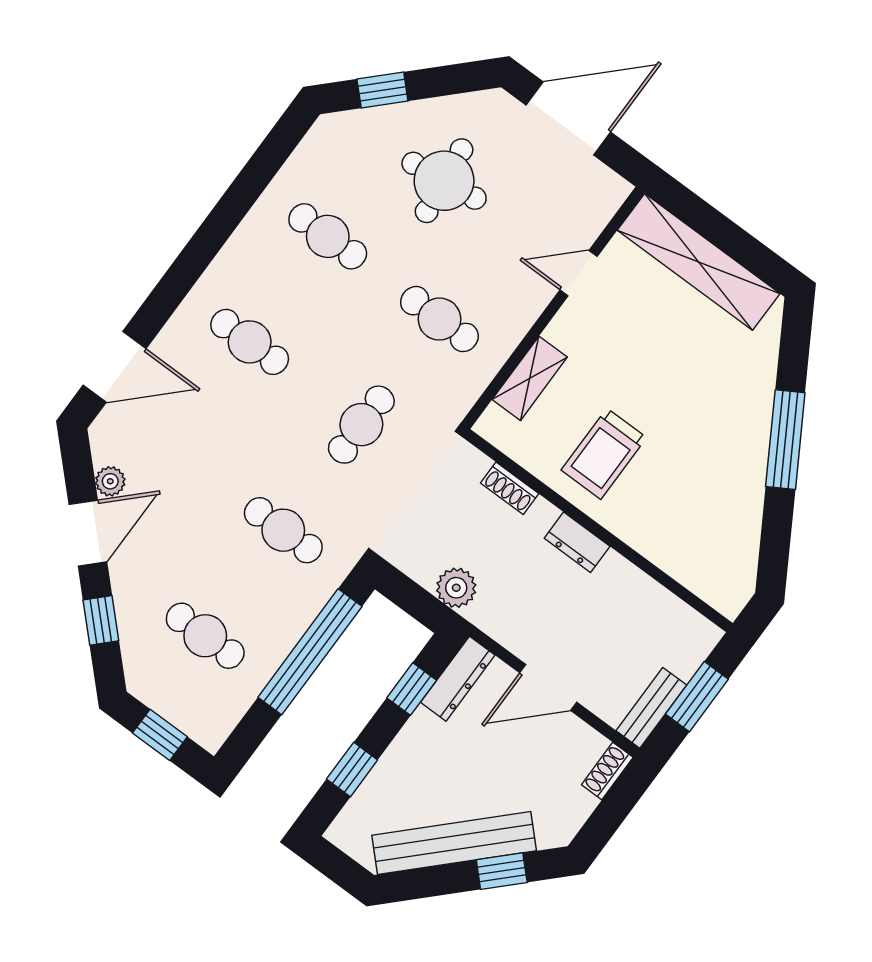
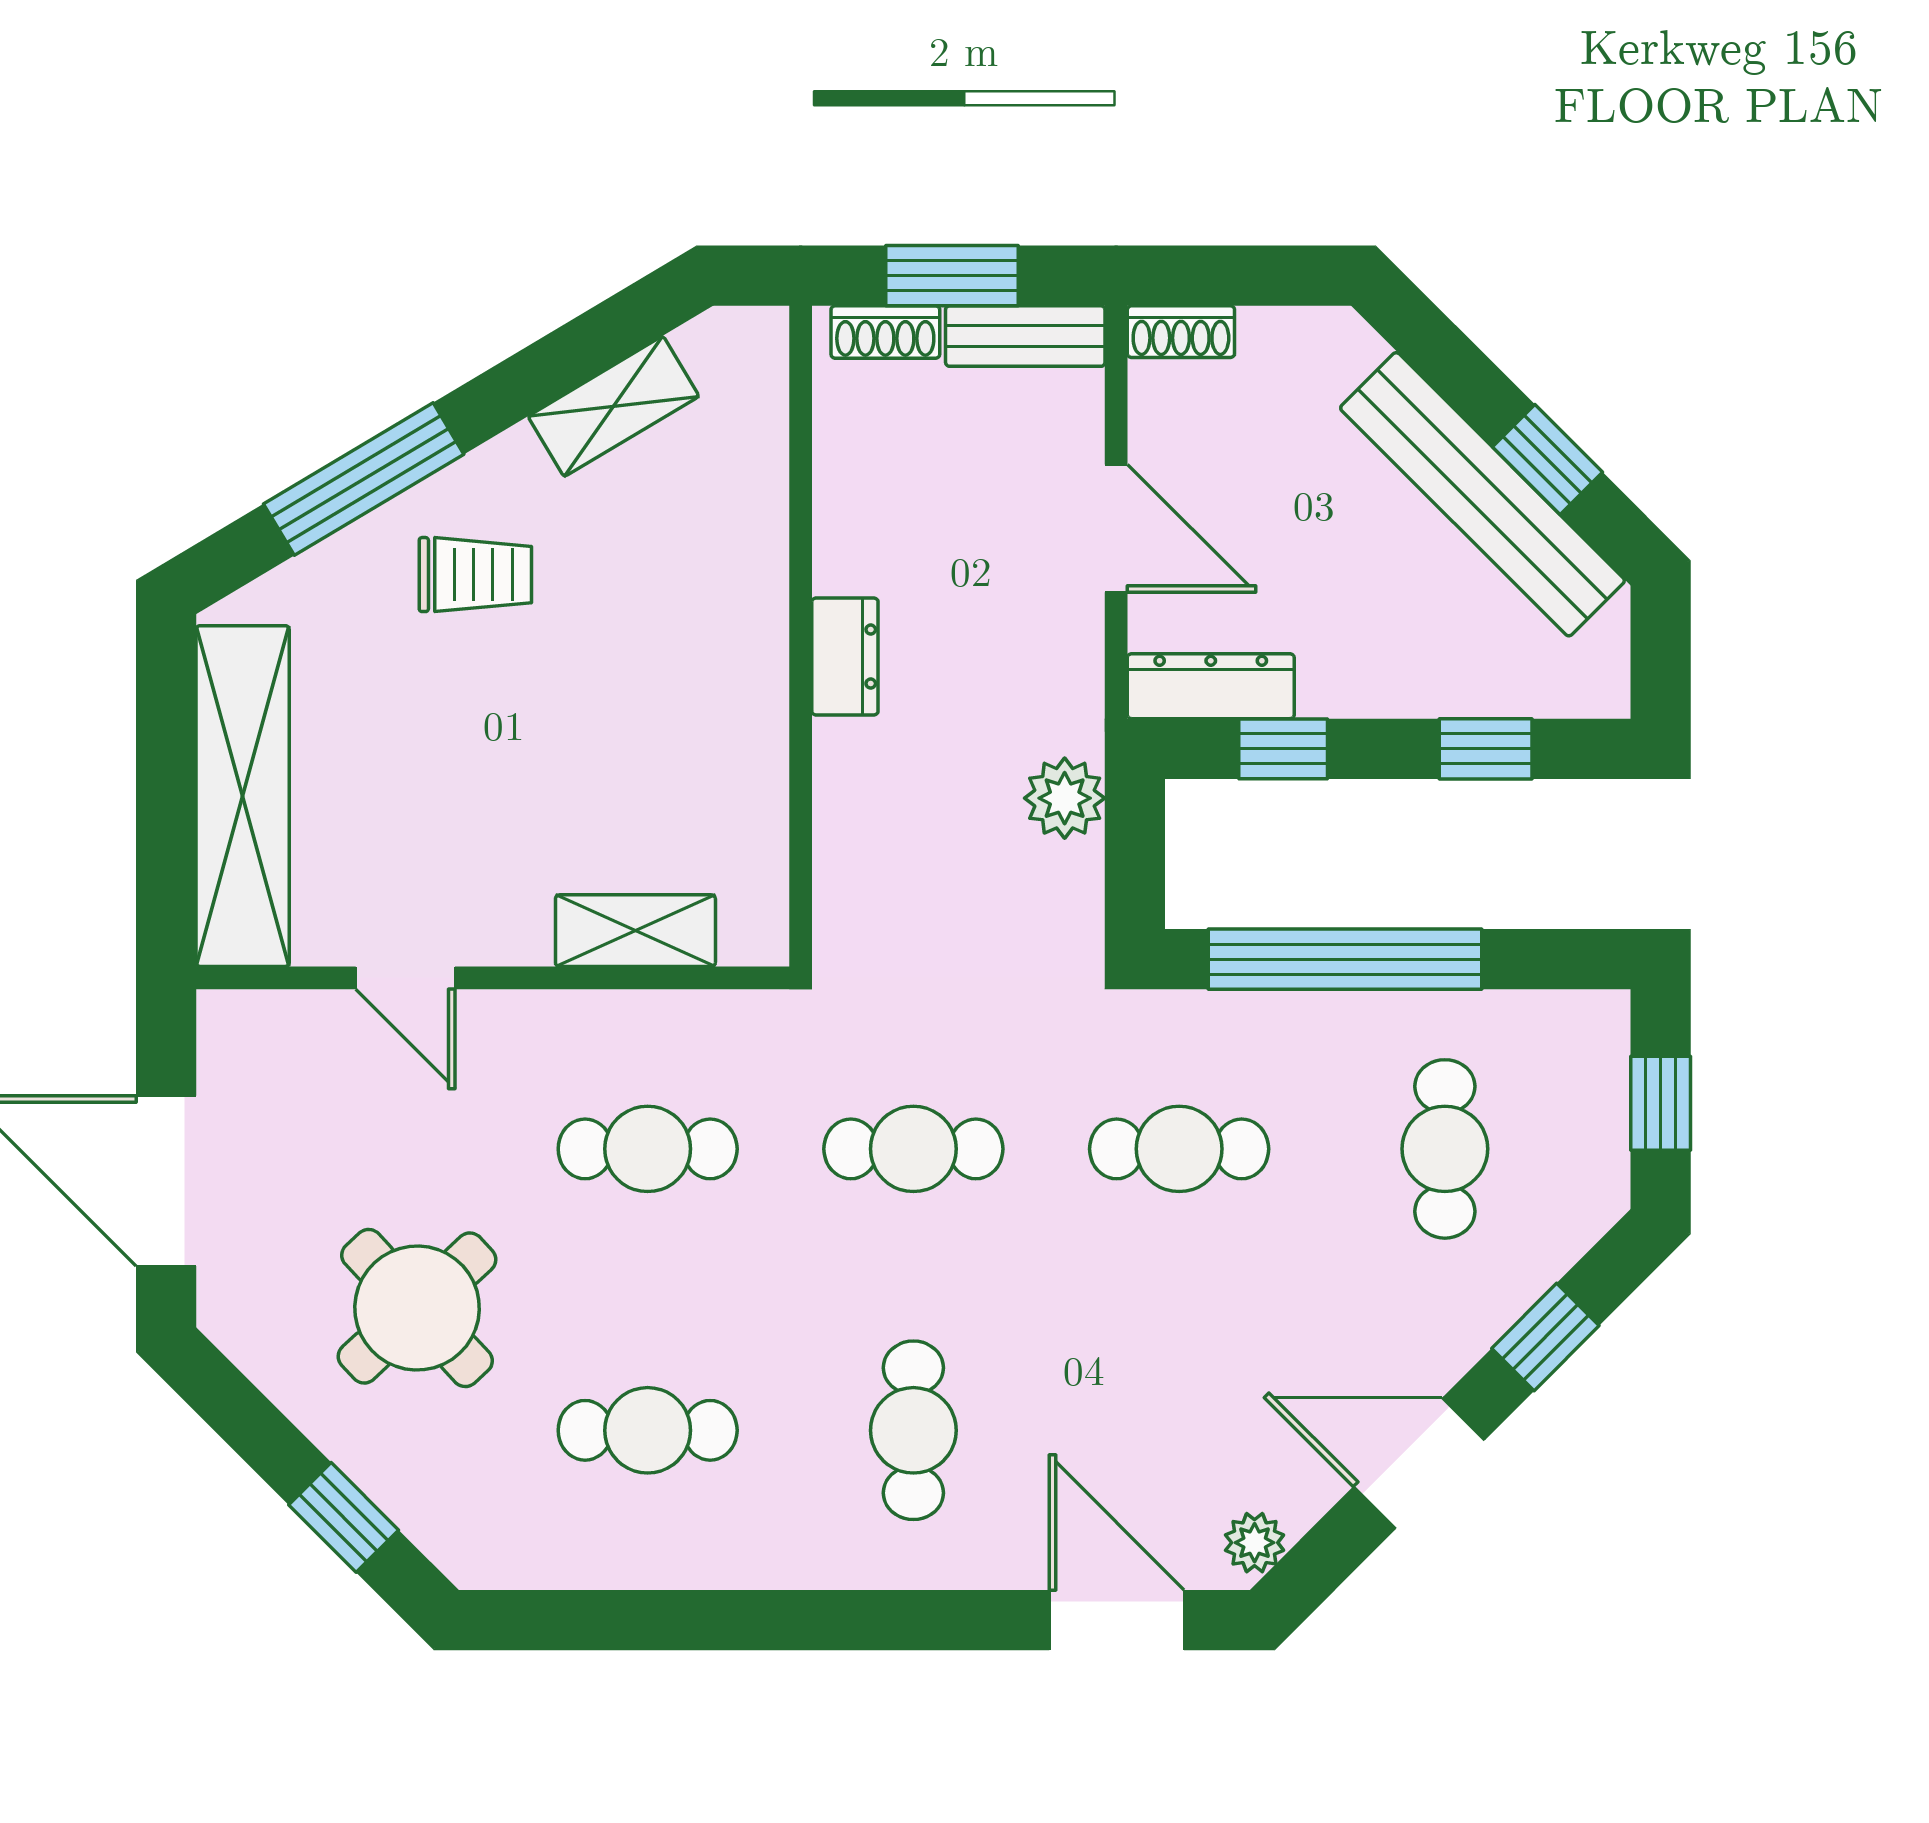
round table: (444, 181) -> (417, 1308), turned -36
cafe table: (328, 236) -> (648, 1430), turned 90
cafe table: (439, 319) -> (648, 1149), turned 90
window: (785, 440) -> (364, 479), moved
trolley: (604, 454) -> (475, 575), moved, width x0.73, depth x0.72
plant: (110, 481) -> (1255, 1543), moved
shoe rack: (510, 488) -> (885, 332), moved, turned 90
shelving: (744, 524) -> (613, 406), added
cafe table: (283, 530) -> (1179, 1149), turned 90
window: (502, 871) -> (1547, 460), moved

